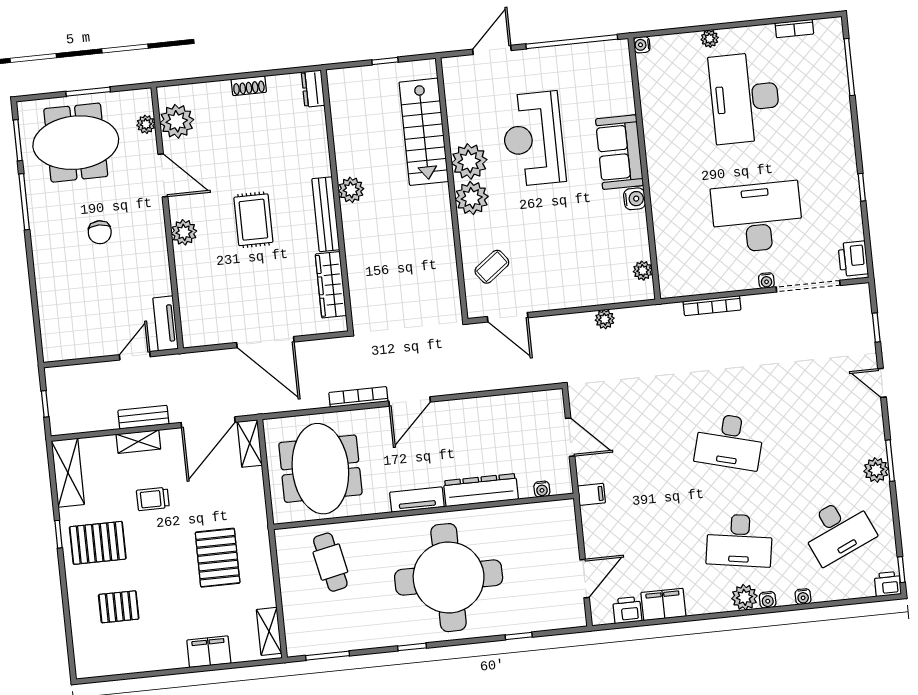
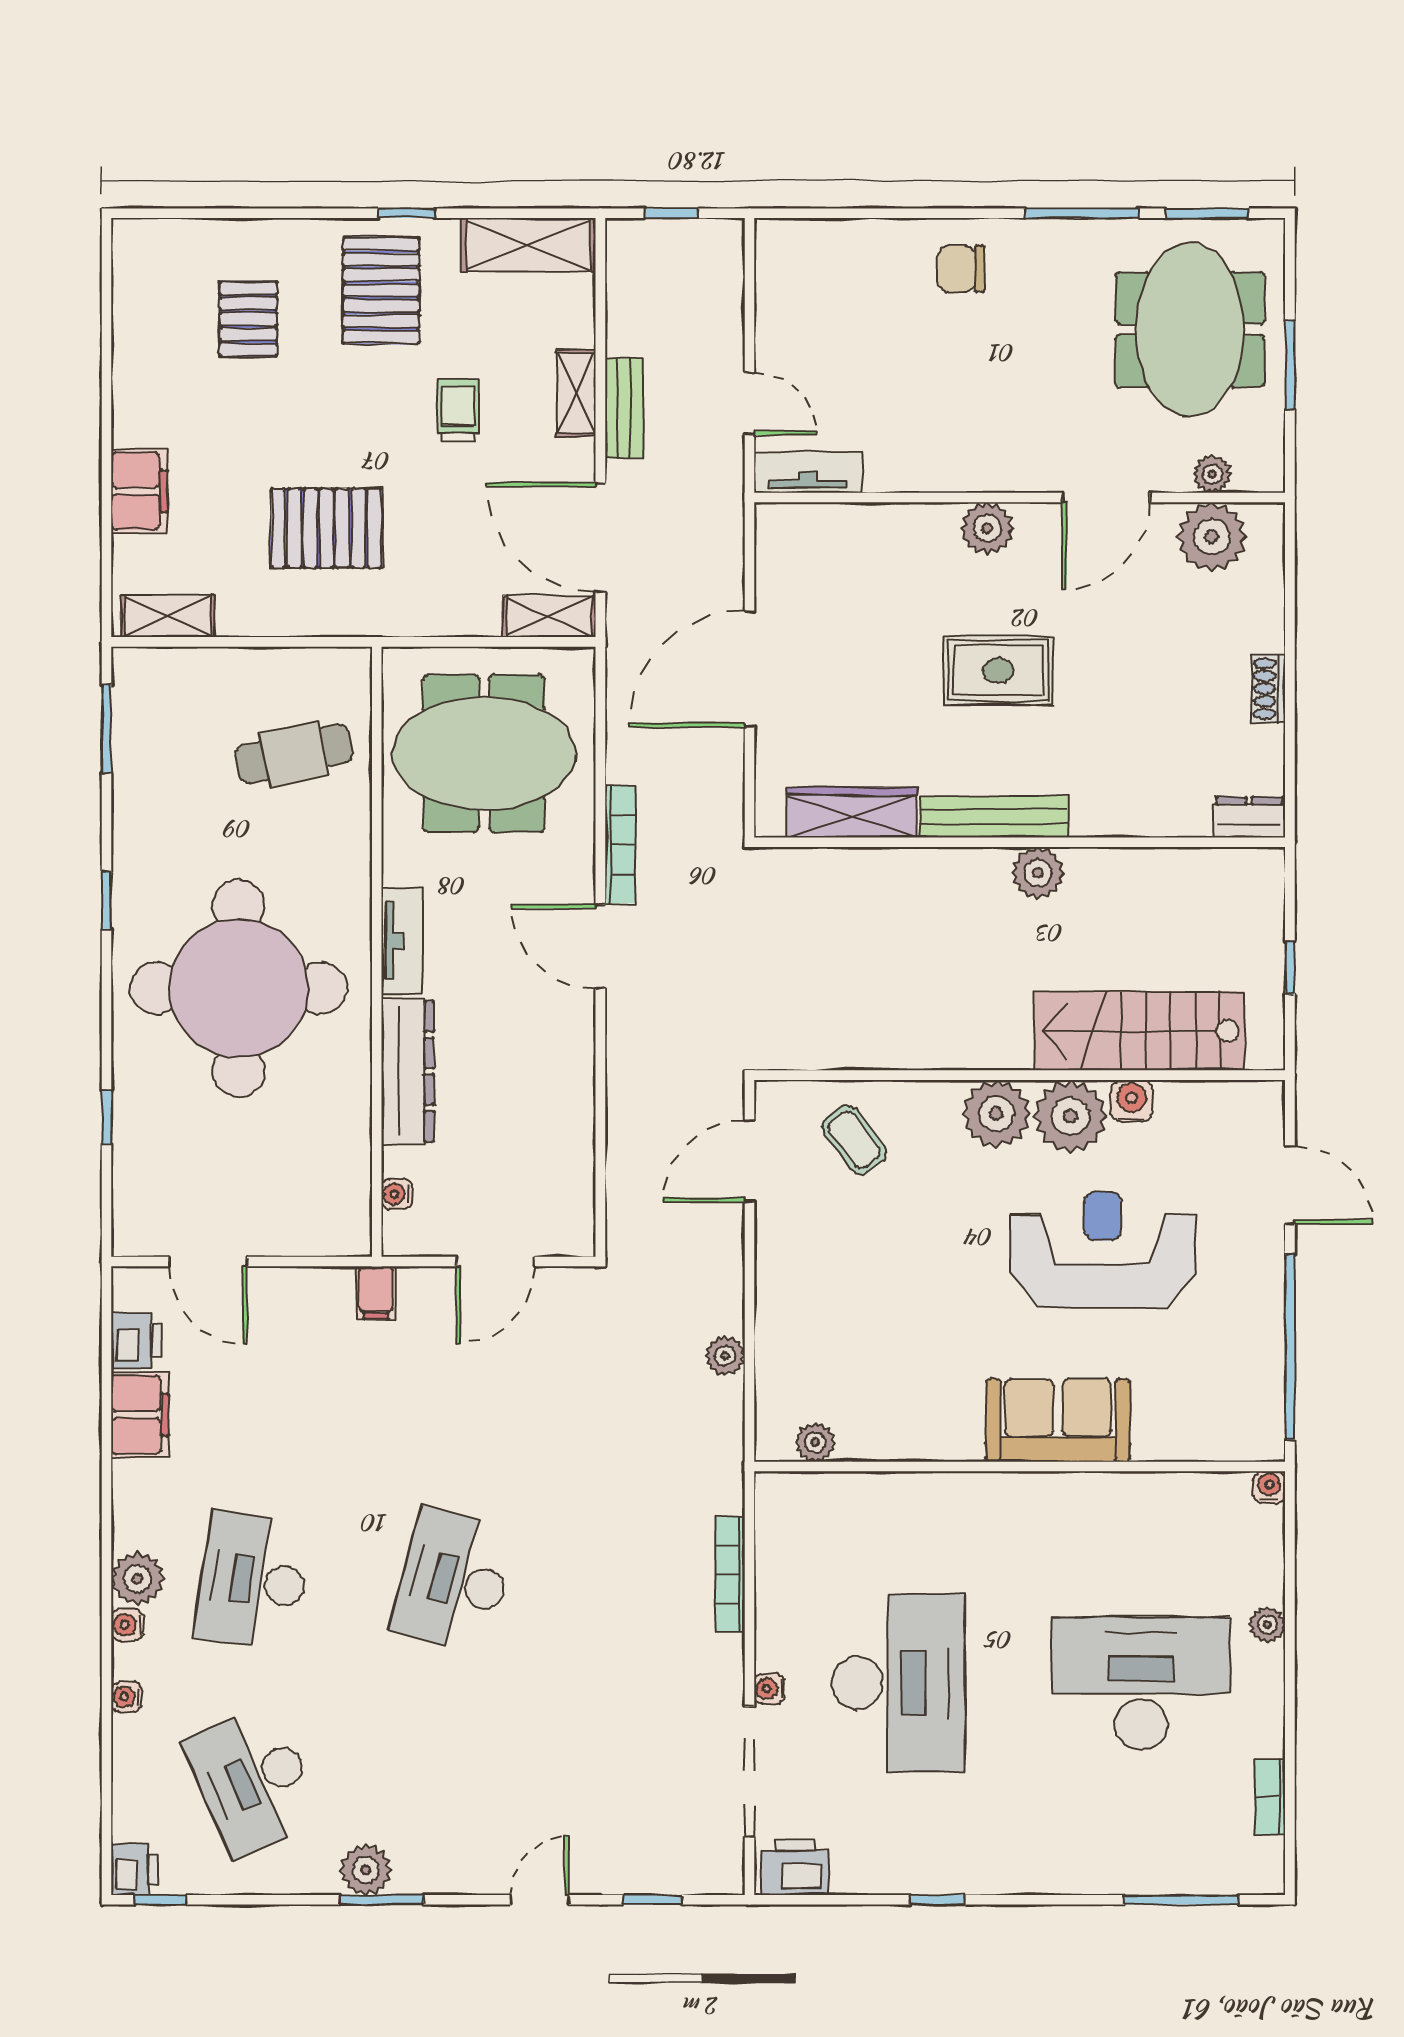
water cooler: (635, 199) -> (1132, 1101), moved, turned 180
chair: (100, 232) -> (961, 269), moved

